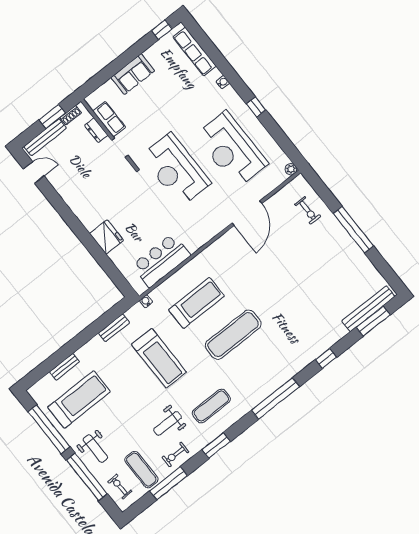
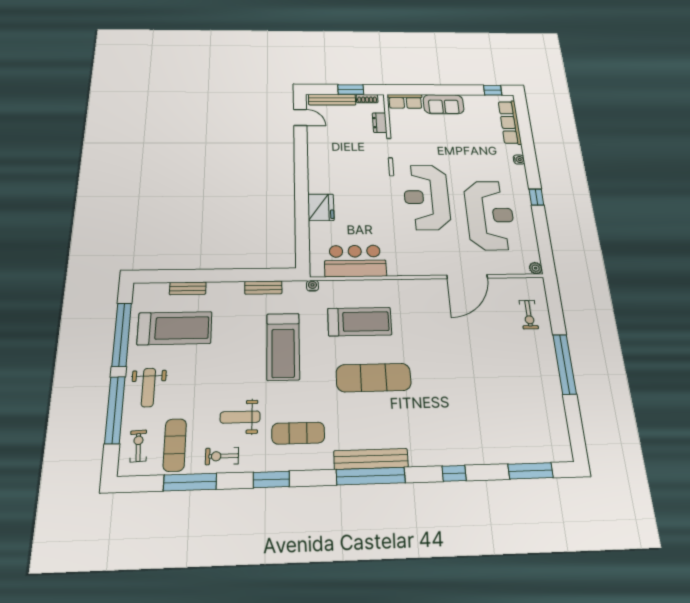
row of seats: (109, 119) -> (405, 101), moved, turned 90
reception desk: (231, 150) -> (490, 215), turned 180
bench: (368, 309) -> (371, 459), moved

